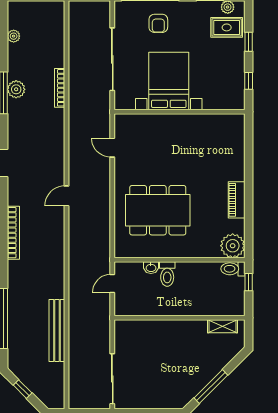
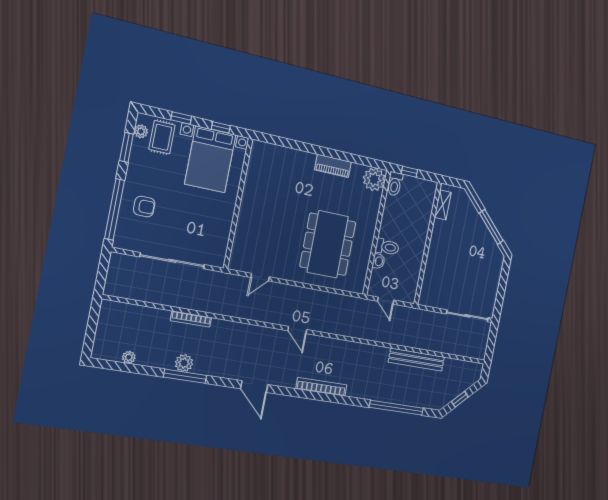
bed with nightstands: (169, 81) -> (210, 159), moved, turned -90

